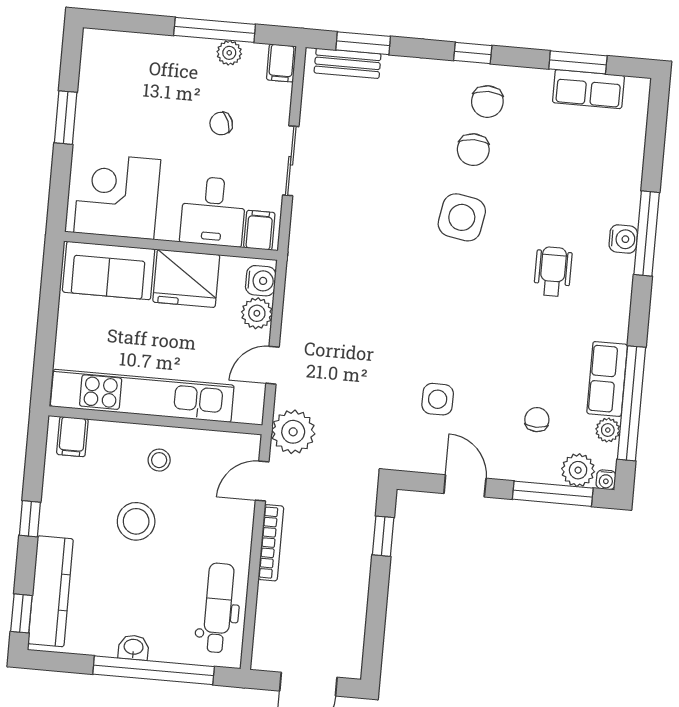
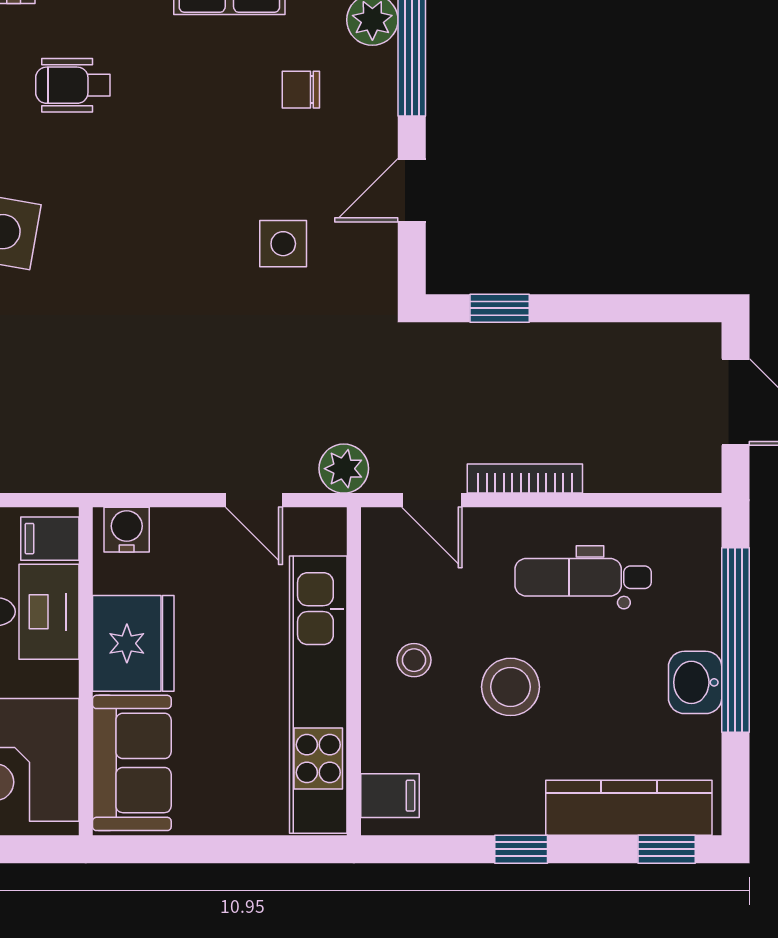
plant: (257, 313) -> (177, 531), removed
plant: (293, 432) -> (344, 469), width x0.73, depth x0.73
dental chair: (218, 608) -> (583, 577), moved
washbasin: (133, 647) -> (695, 682), width x1.38, depth x1.45

